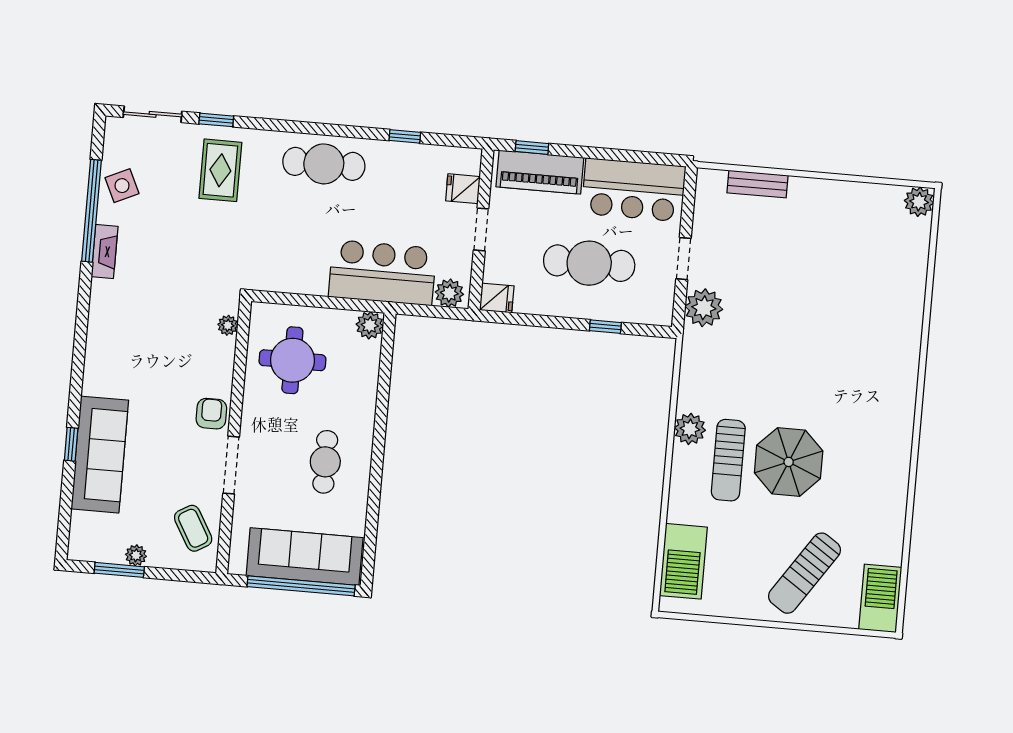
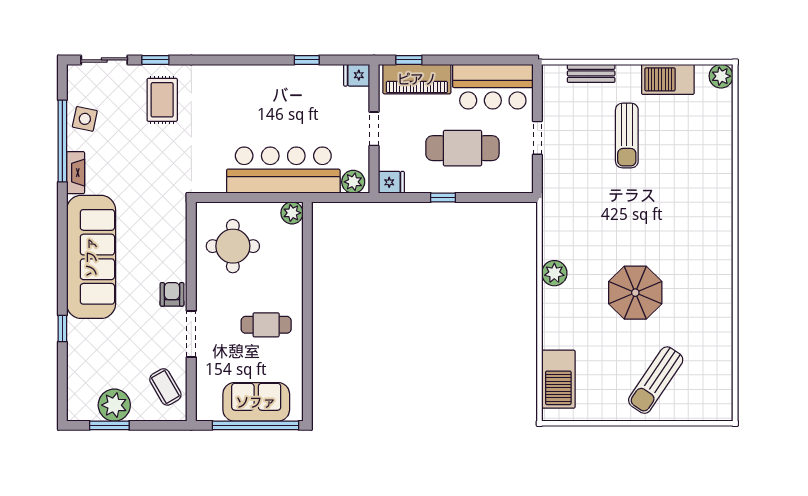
cafe table: (324, 164) -> (244, 88), removed
side table: (122, 186) -> (85, 119), turned 37
fridge: (463, 189) -> (357, 75), moved
bar counter: (382, 273) -> (283, 170), width x1.36
plant: (704, 308) -> (557, 176), removed
plant: (228, 325) -> (179, 223), removed
window: (605, 327) -> (443, 198), moved
sofa: (100, 455) -> (91, 257), moved, width x1.36, depth x1.27
sun lounger: (728, 460) -> (627, 136), moved
cafe table: (325, 462) -> (266, 325), turned 90
plant: (136, 555) -> (114, 405), width x1.88, depth x1.88
sofa: (305, 557) -> (256, 402), width x0.73
barbecue: (880, 598) -> (668, 79), moved, turned -90

